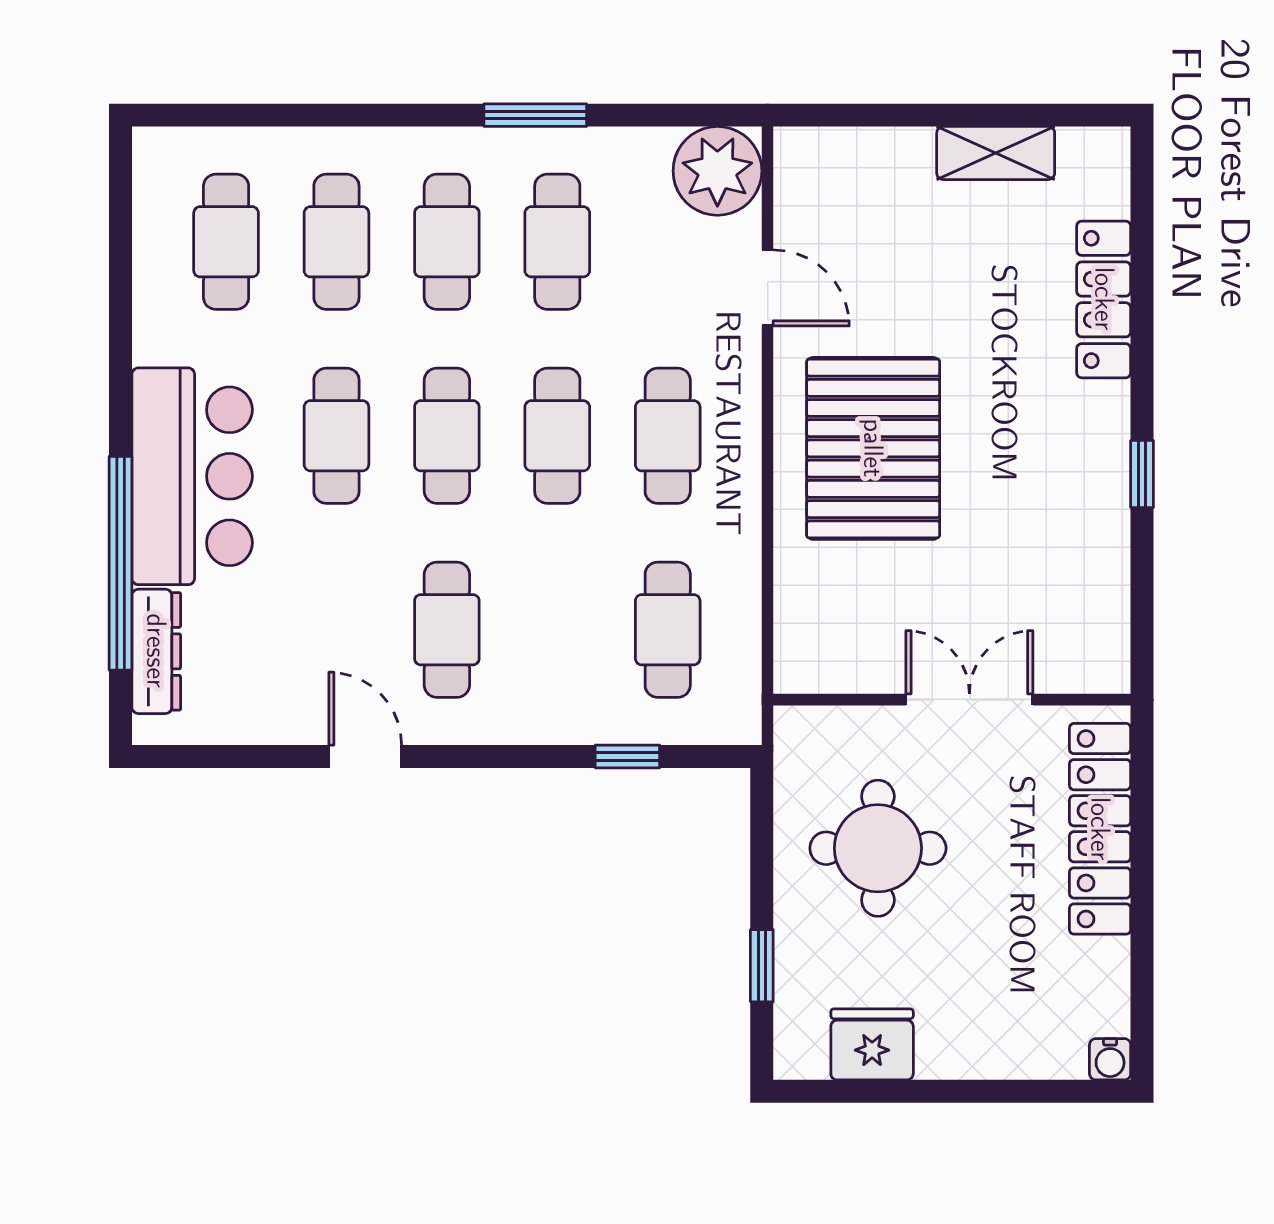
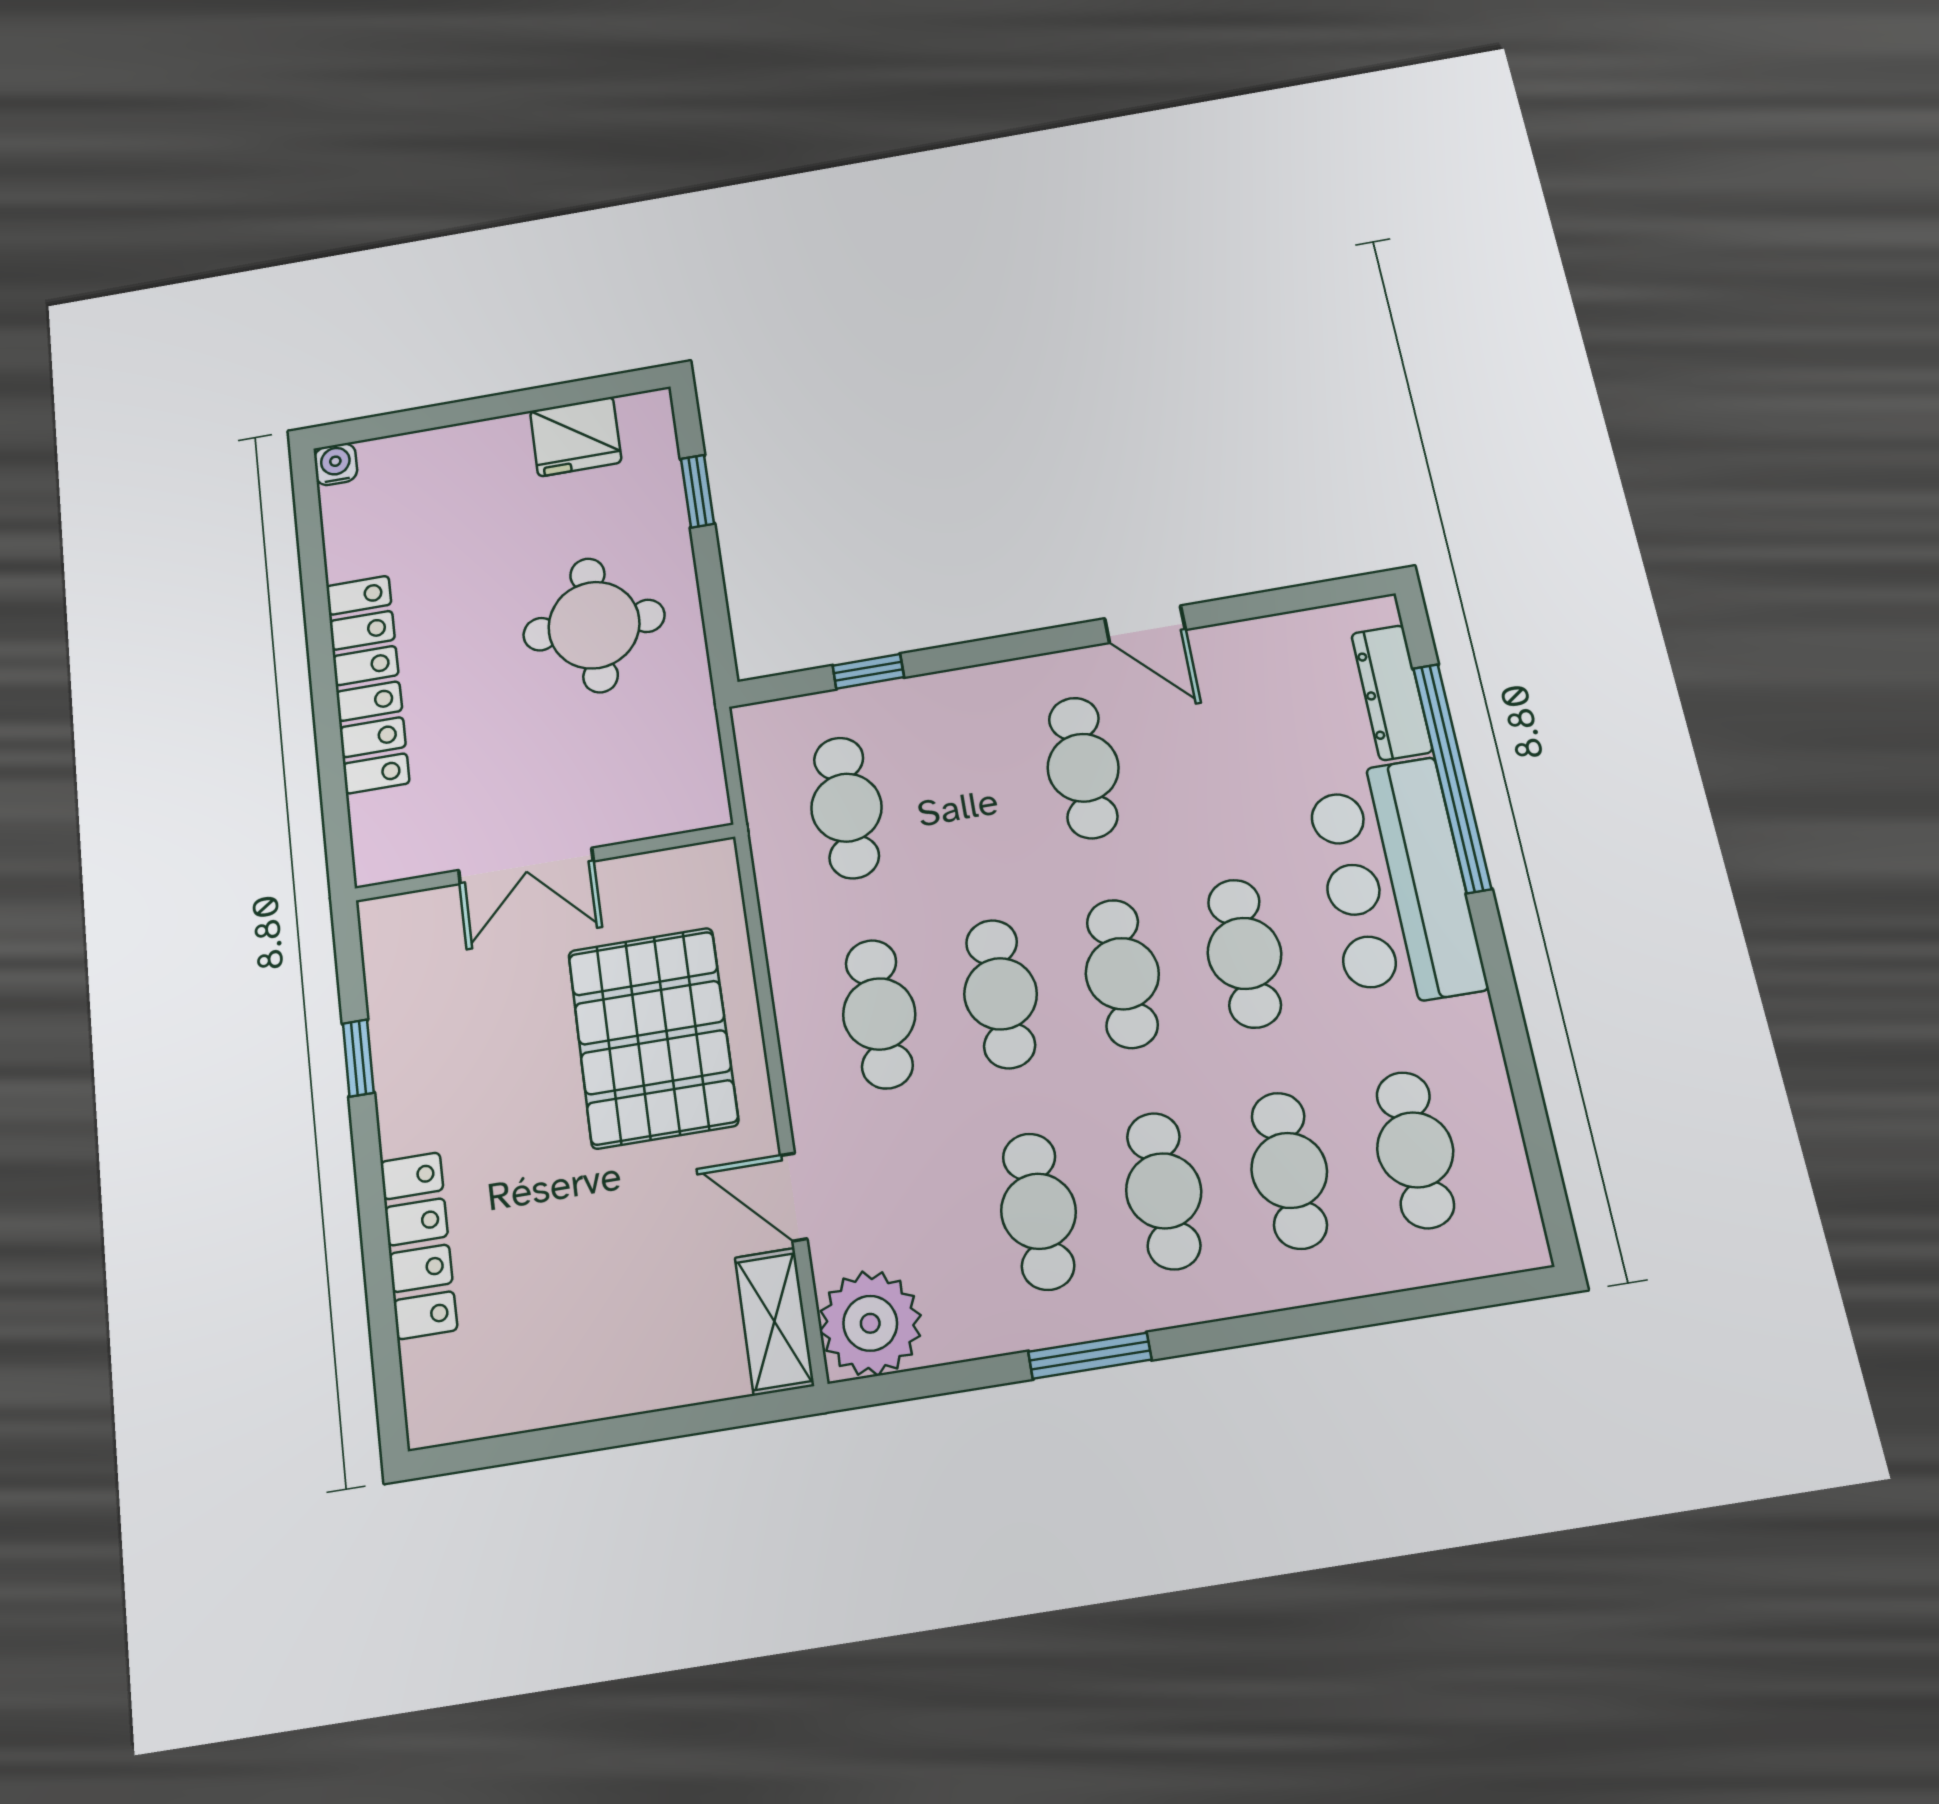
shelving: (996, 153) -> (774, 1321), moved, turned 90
wall: (952, 700) -> (544, 863), moved
double door: (969, 700) -> (526, 866), moved

